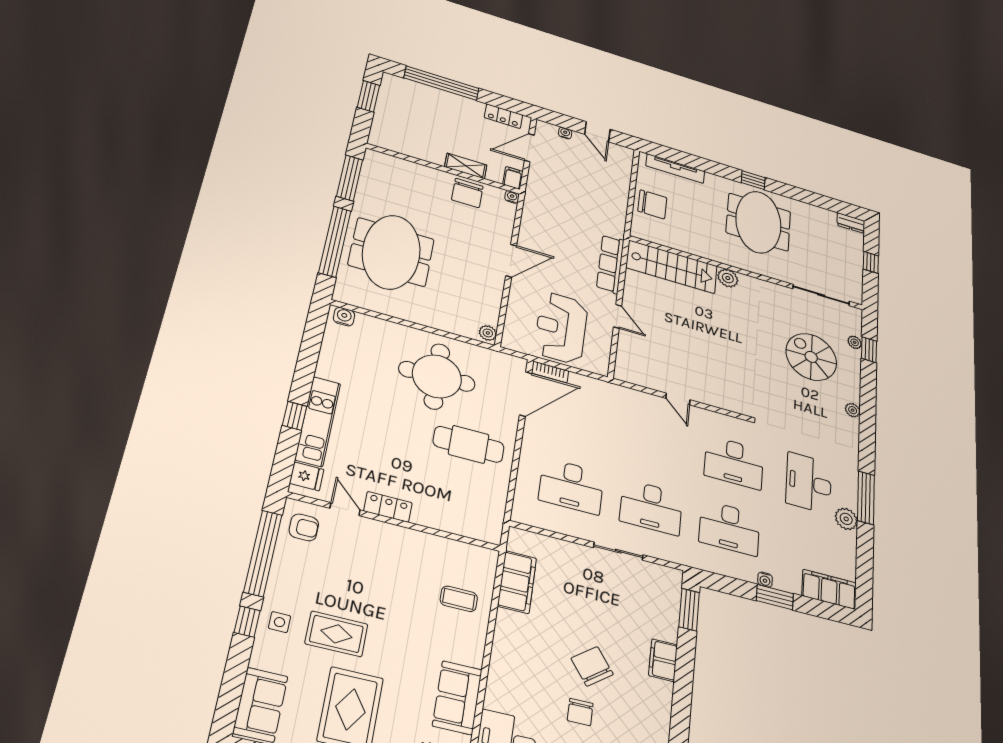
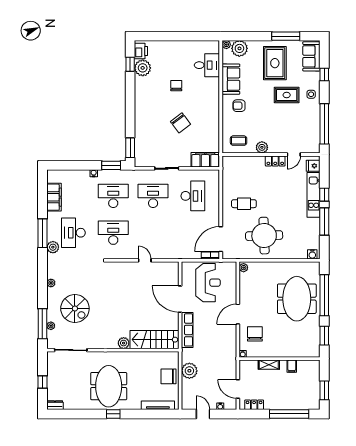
door: (529, 148) -> (238, 389), swing flipped
window: (350, 178) -> (324, 336), width x0.69
filing cabinet: (513, 178) -> (292, 366), moved
chair: (467, 193) -> (255, 334), moved
plant: (614, 201) -> (189, 371), added
door: (618, 316) -> (180, 299), width x1.87
window: (869, 350) -> (42, 324), width x2.17
window: (306, 367) -> (324, 222), added
cafe table: (469, 444) -> (244, 204), width x0.73, depth x0.74
desk: (809, 483) -> (73, 233), turned 180
desk: (571, 486) -> (193, 196), turned 90
door: (345, 509) -> (294, 154), hinge flipped
plant: (846, 519) -> (53, 247), moved
armchair: (304, 527) -> (239, 106), moved
plant: (412, 541) -> (262, 147), added
filing cabinet: (517, 582) -> (205, 160), moved, turned 90
filing cabinet: (829, 589) -> (54, 197), moved, turned -90
window: (775, 597) -> (111, 165), moved
coffee table: (459, 599) -> (239, 141), moved
window: (247, 622) -> (324, 75), moved
filing cabinet: (663, 660) -> (141, 119), removed
chair: (592, 666) -> (181, 123), moved

